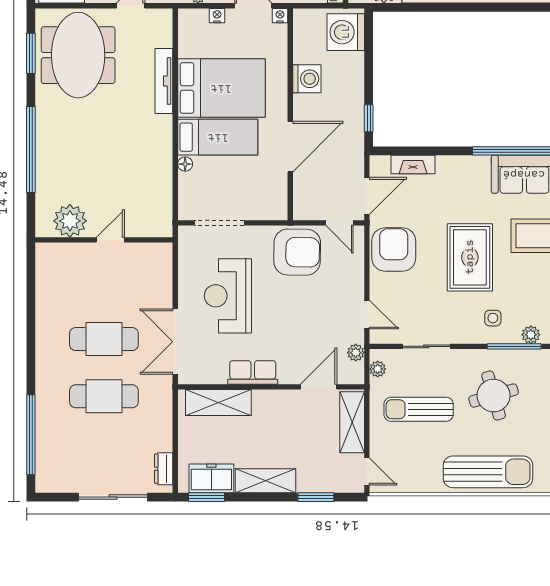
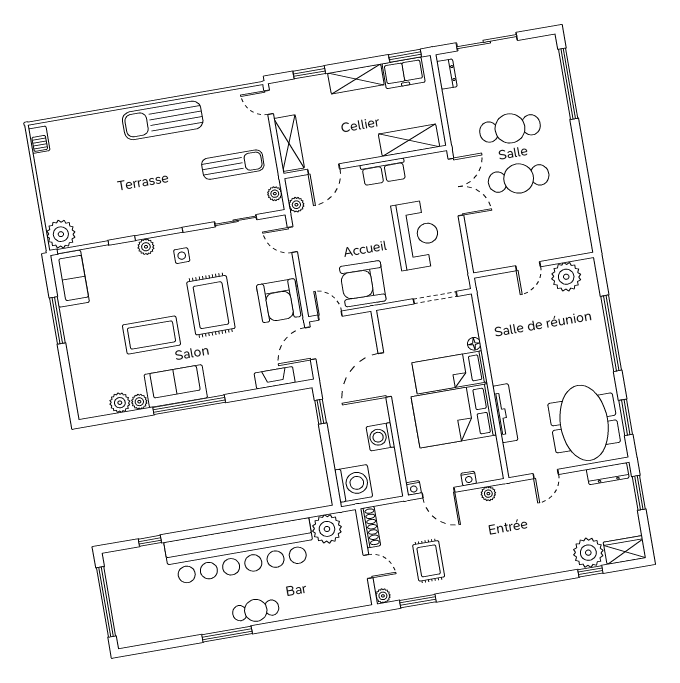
round table: (494, 395) -> (169, 188), removed

